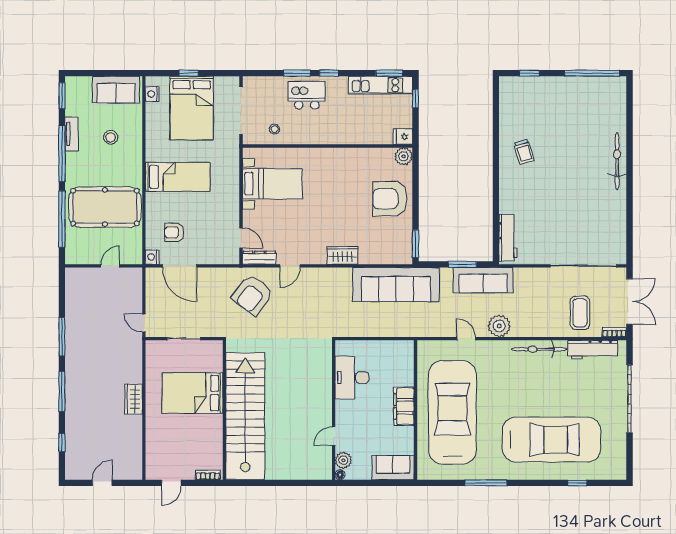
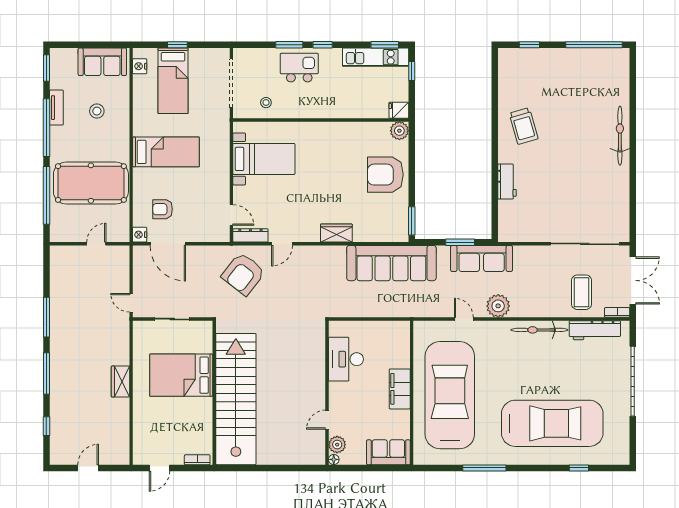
bed: (192, 108) -> (173, 81), width x0.67
trolley: (524, 152) -> (524, 126), width x1.36, depth x1.39
workbench: (508, 238) -> (507, 182), moved, width x0.73

